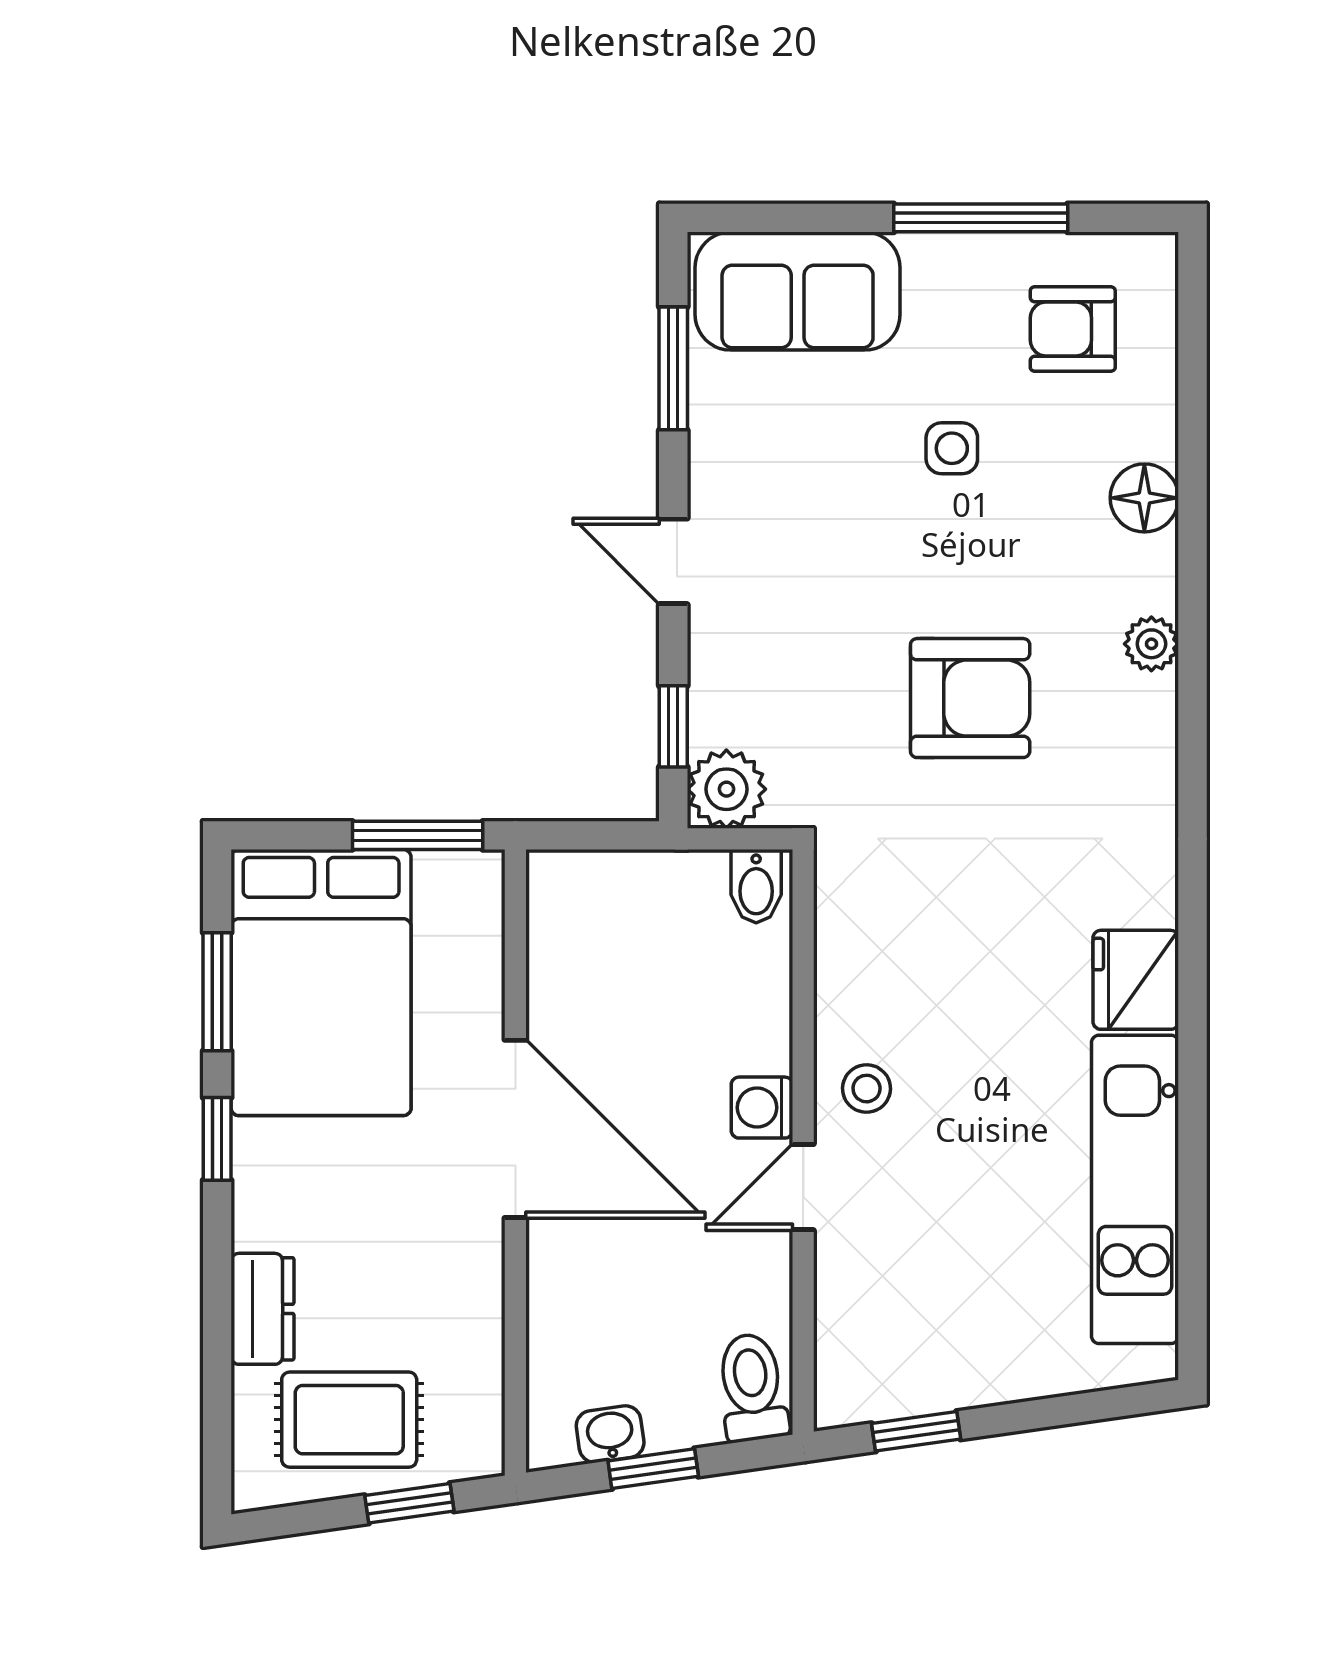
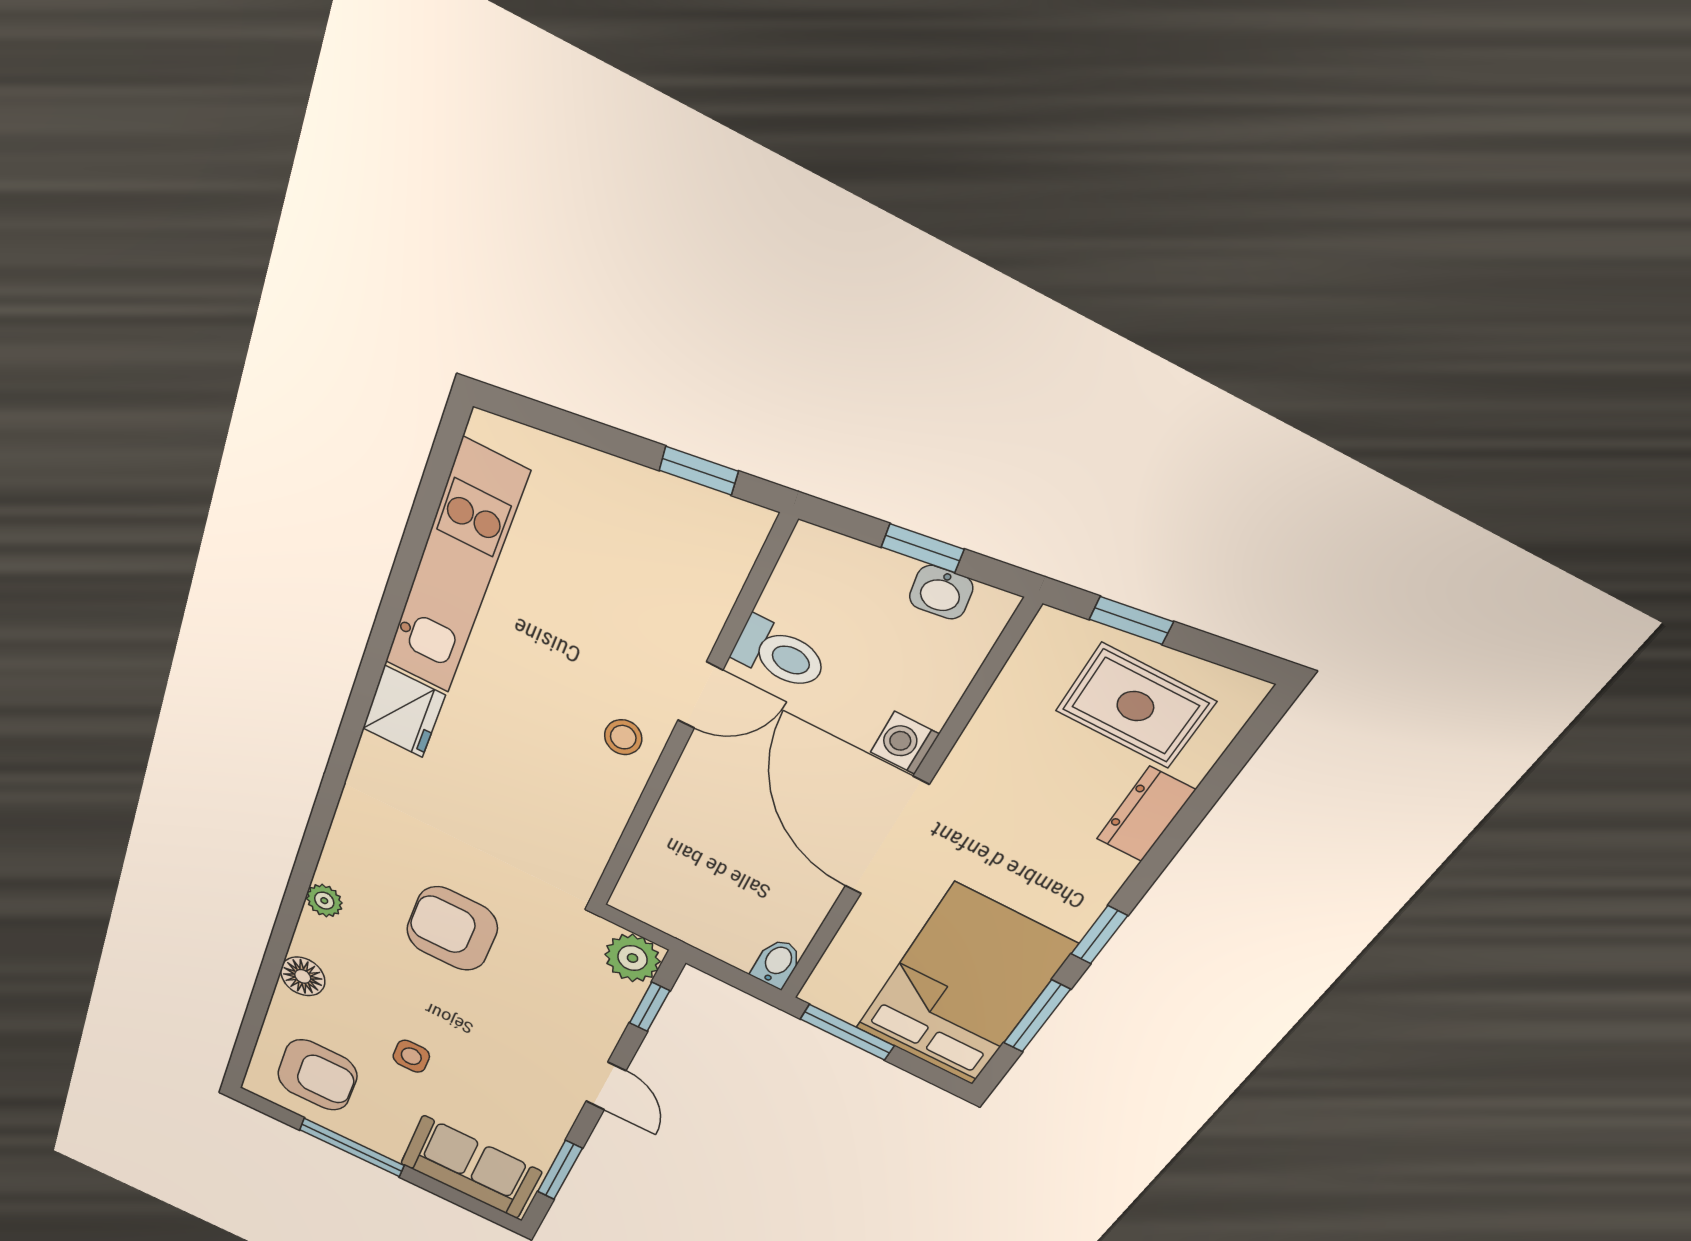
armchair: (1073, 329) -> (317, 1075), width x1.38, depth x1.38
bidet: (756, 886) -> (777, 963), moved
washing machine: (762, 1108) -> (905, 743), moved, turned 180
toilet: (752, 1387) -> (780, 654), moved, turned -82

